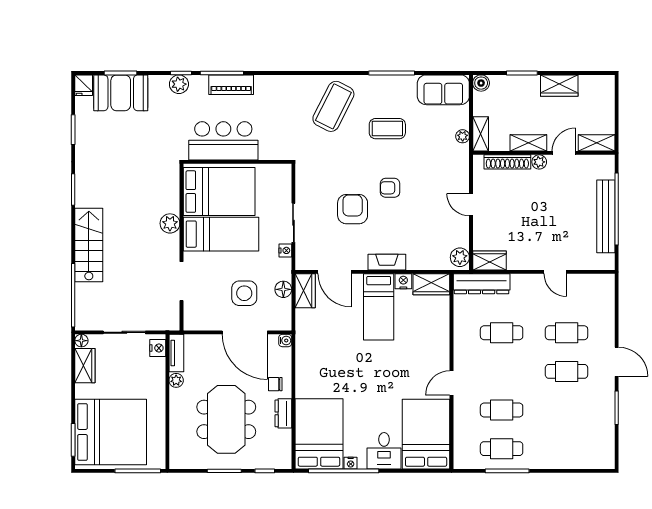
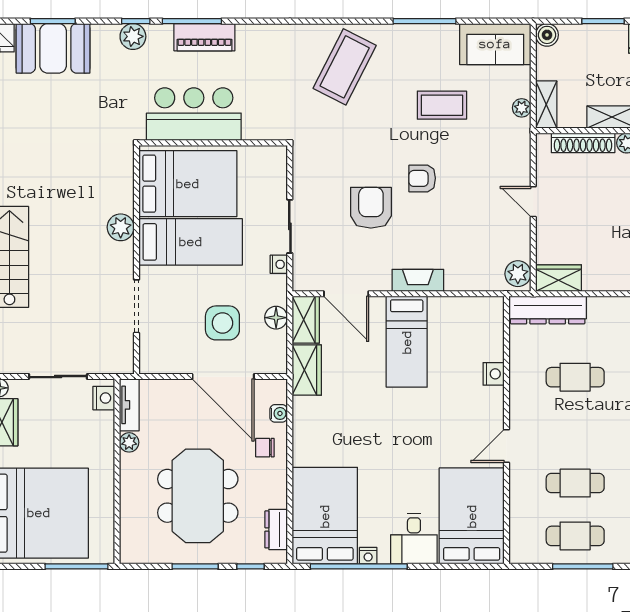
coffee table: (387, 129) -> (442, 105), moved
nightstand: (403, 281) -> (494, 374), moved, turned 90
wardrobe: (431, 284) -> (307, 370), moved, turned -90
water cooler: (285, 340) -> (279, 413), moved
dresser: (283, 413) -> (276, 529), moved

